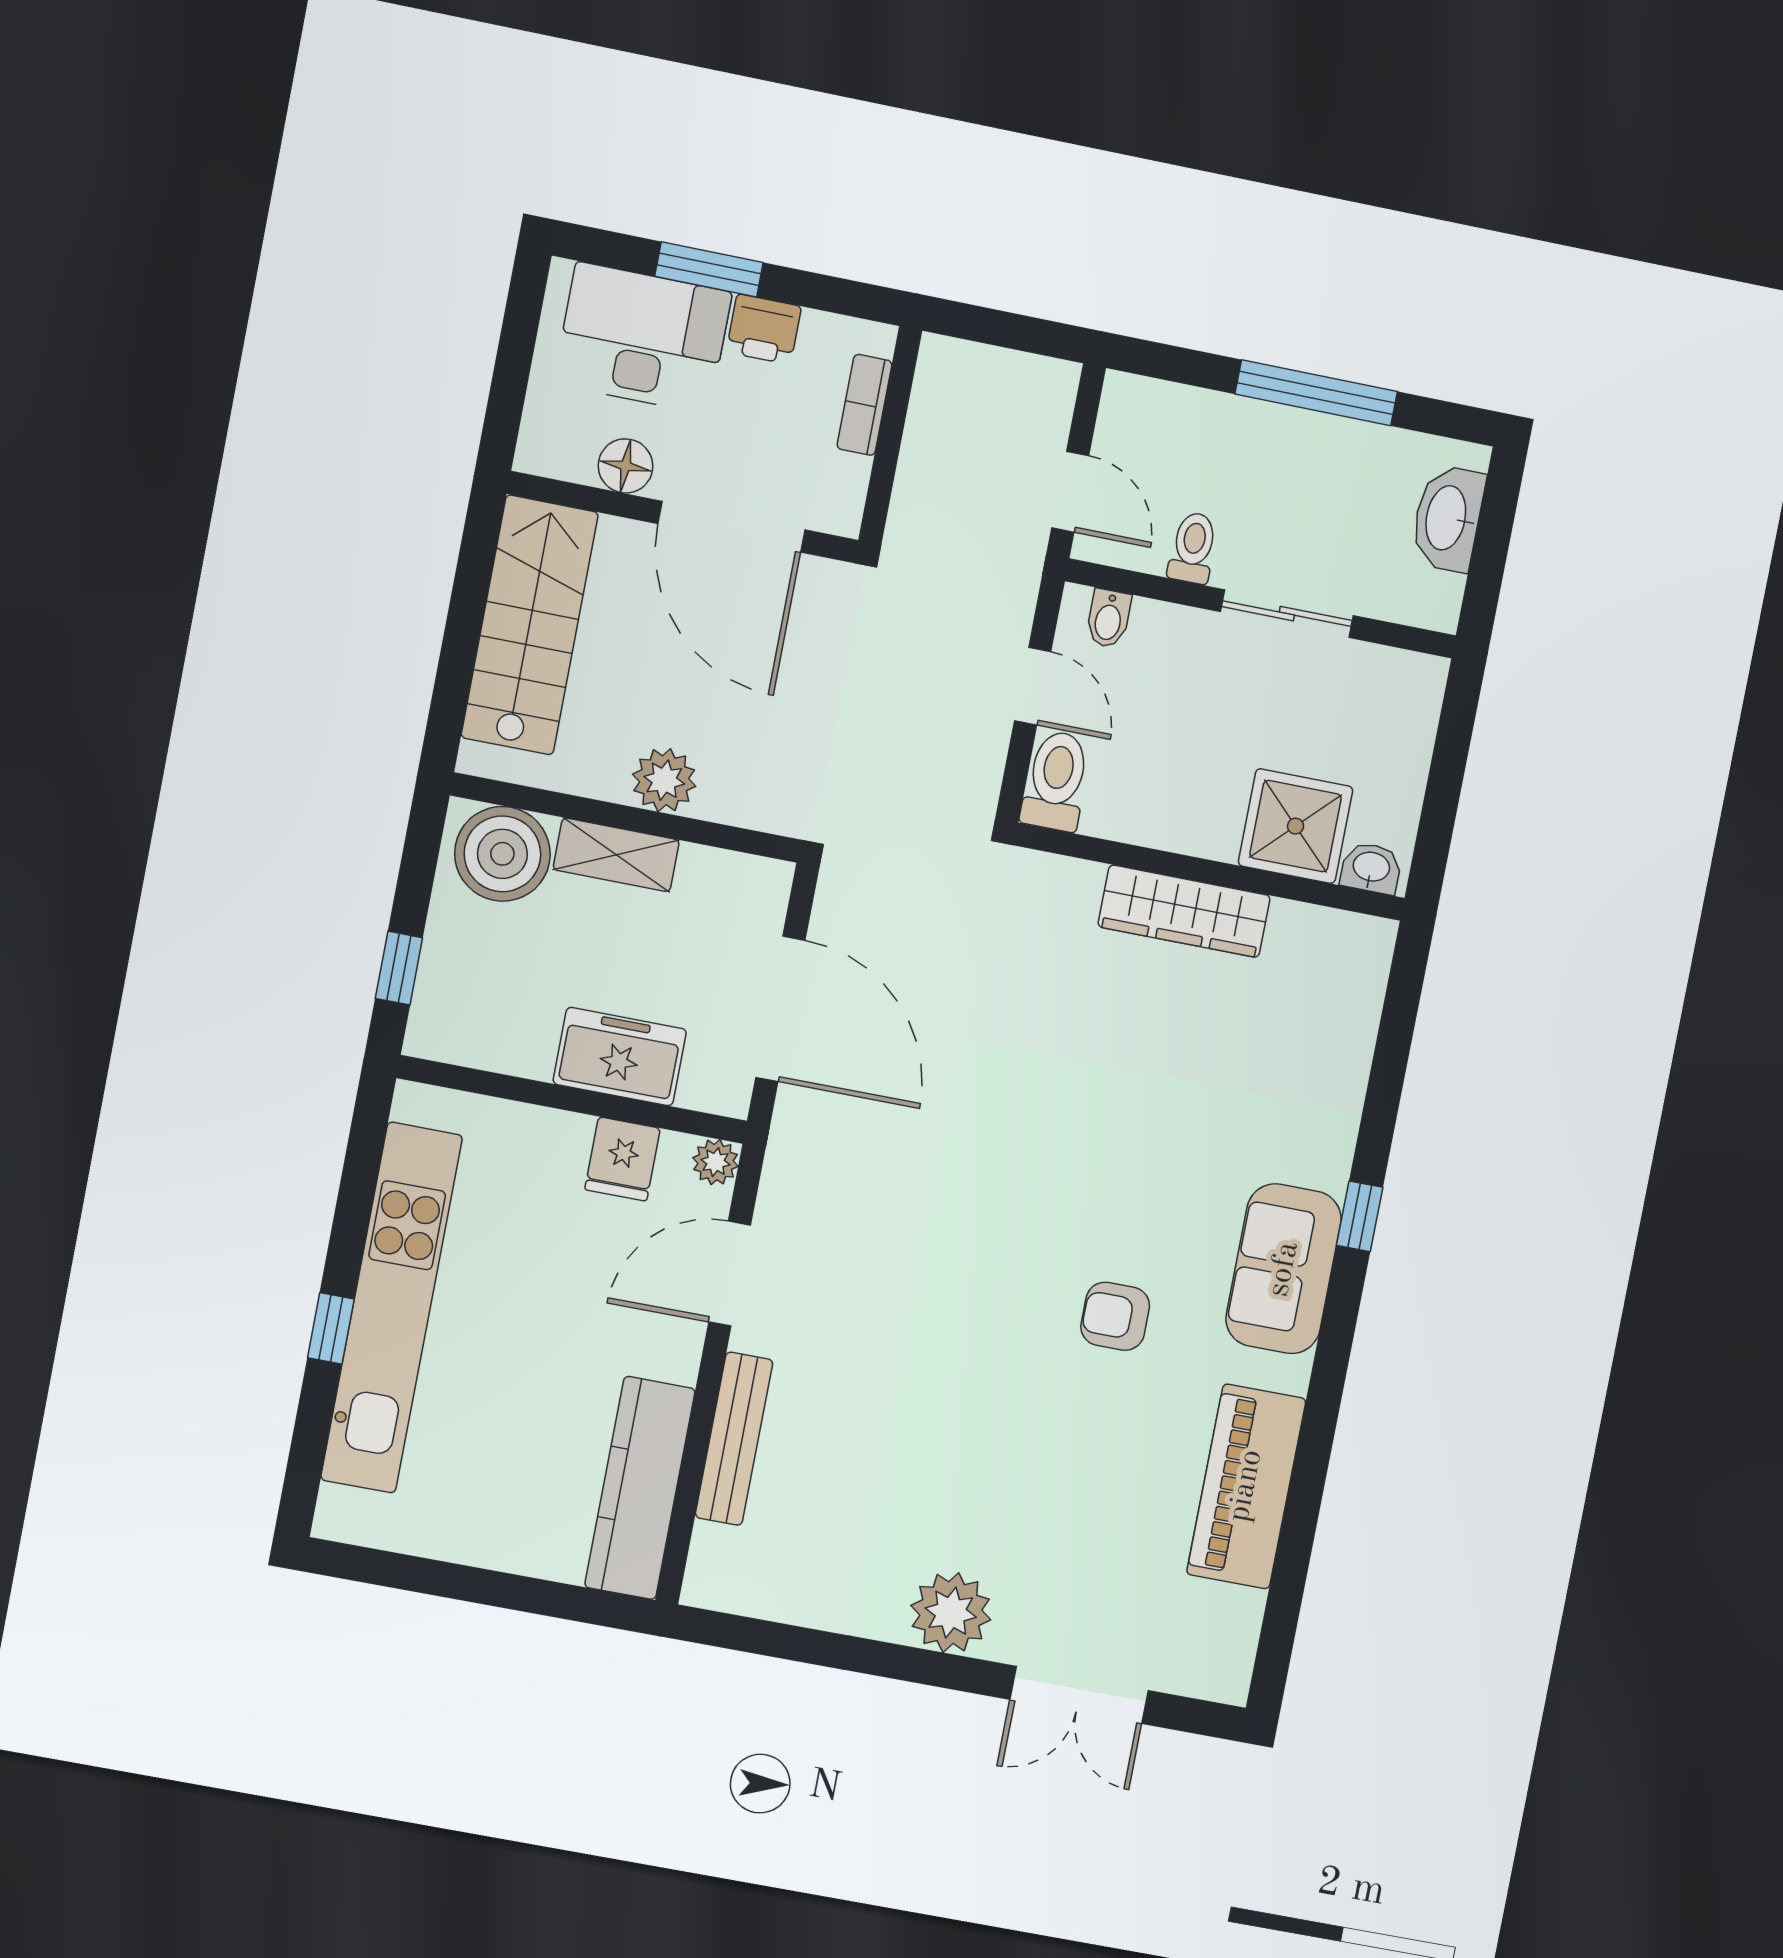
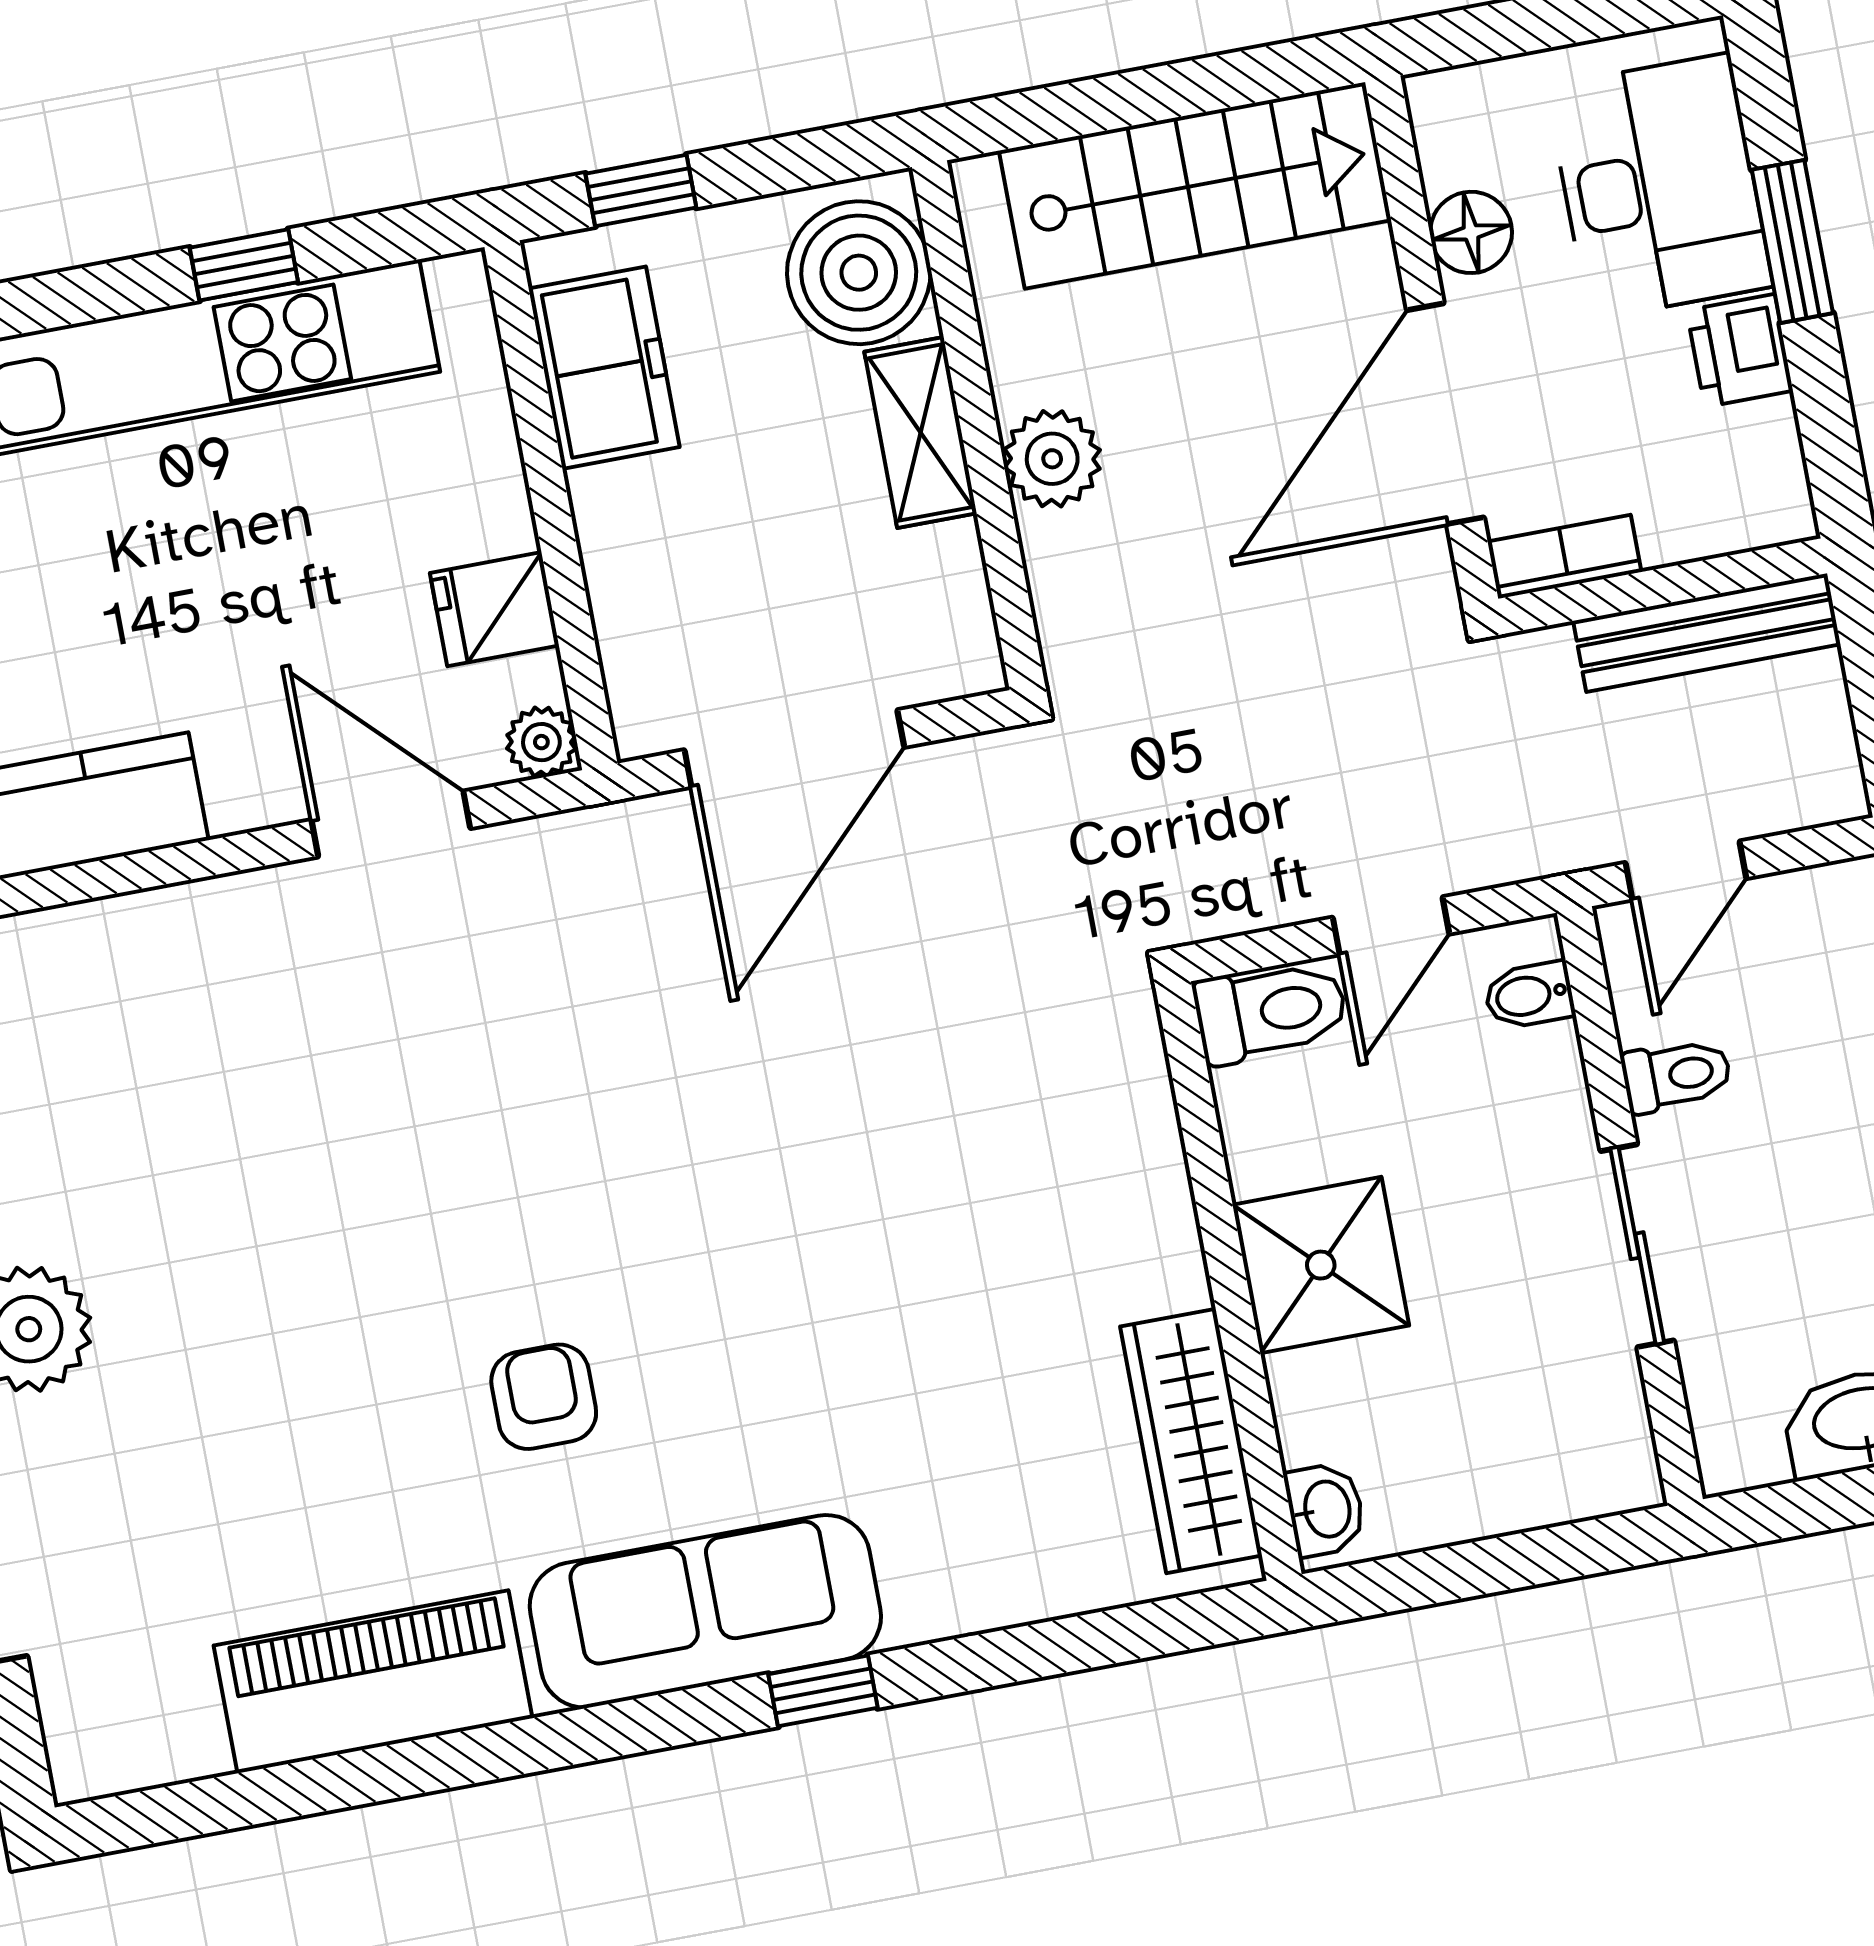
bookcase: (864, 405) -> (1564, 557), moved
shower: (1296, 826) -> (1321, 1265), moved
wardrobe: (1184, 911) -> (1191, 1441), moved
freezer: (620, 1057) -> (604, 368), moved
sofa: (1284, 1269) -> (705, 1611), width x1.36
window: (331, 1328) -> (244, 265), moved
bench: (734, 1439) -> (1707, 633), moved

